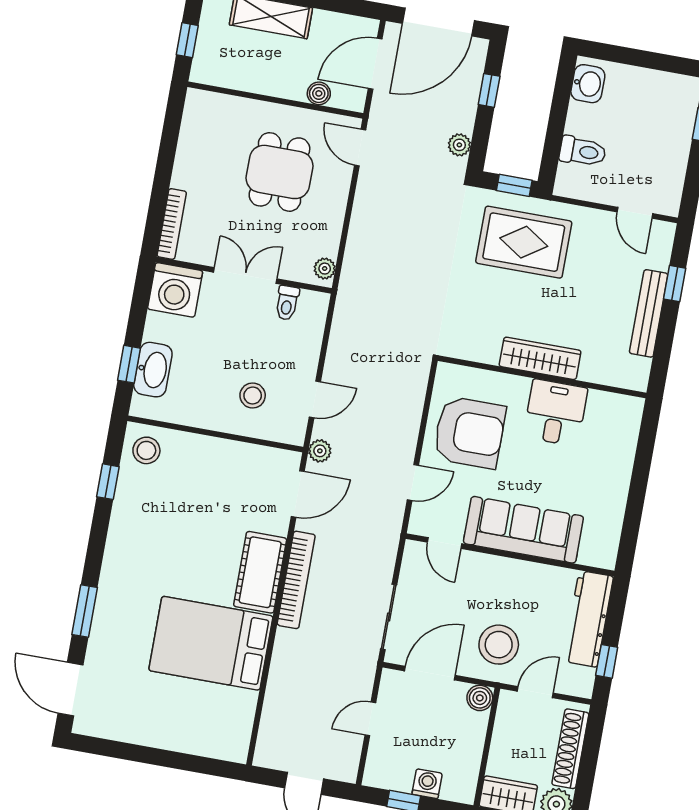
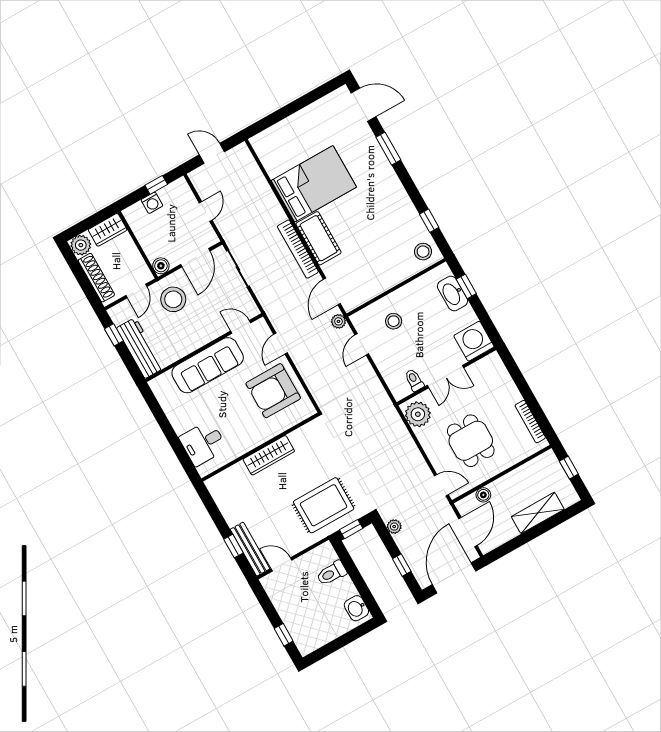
bookcase: (172, 224) -> (530, 422), moved
plant: (325, 269) -> (418, 414), width x1.88, depth x1.88
bench: (649, 313) -> (250, 549), moved
desk: (555, 413) -> (203, 443), moved, turned 90

